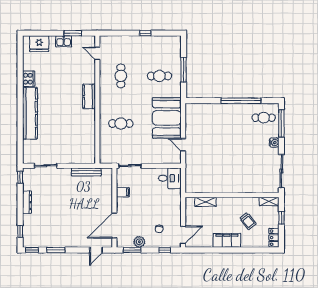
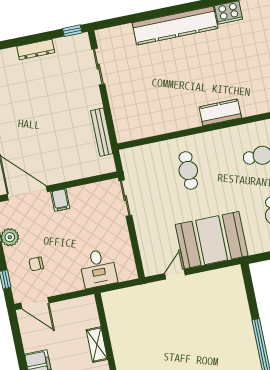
desk: (170, 178) -> (98, 268), moved
filing cabinet: (123, 192) -> (60, 200), moved
shelving: (205, 202) -> (97, 345), moved

